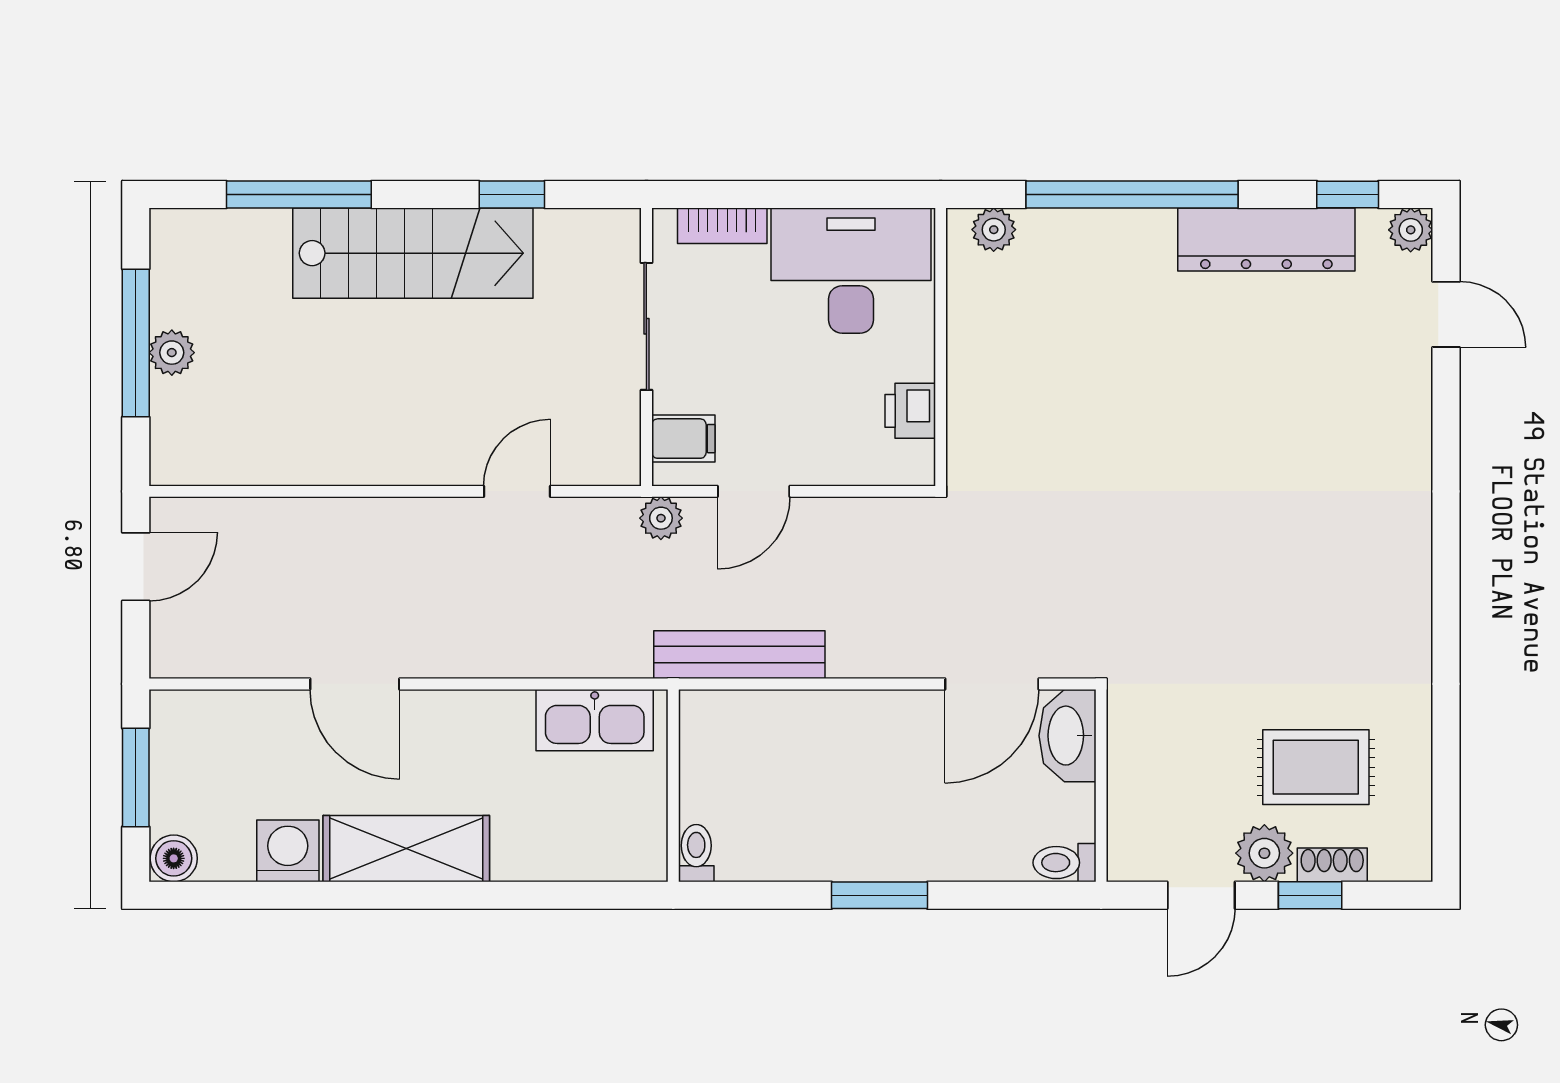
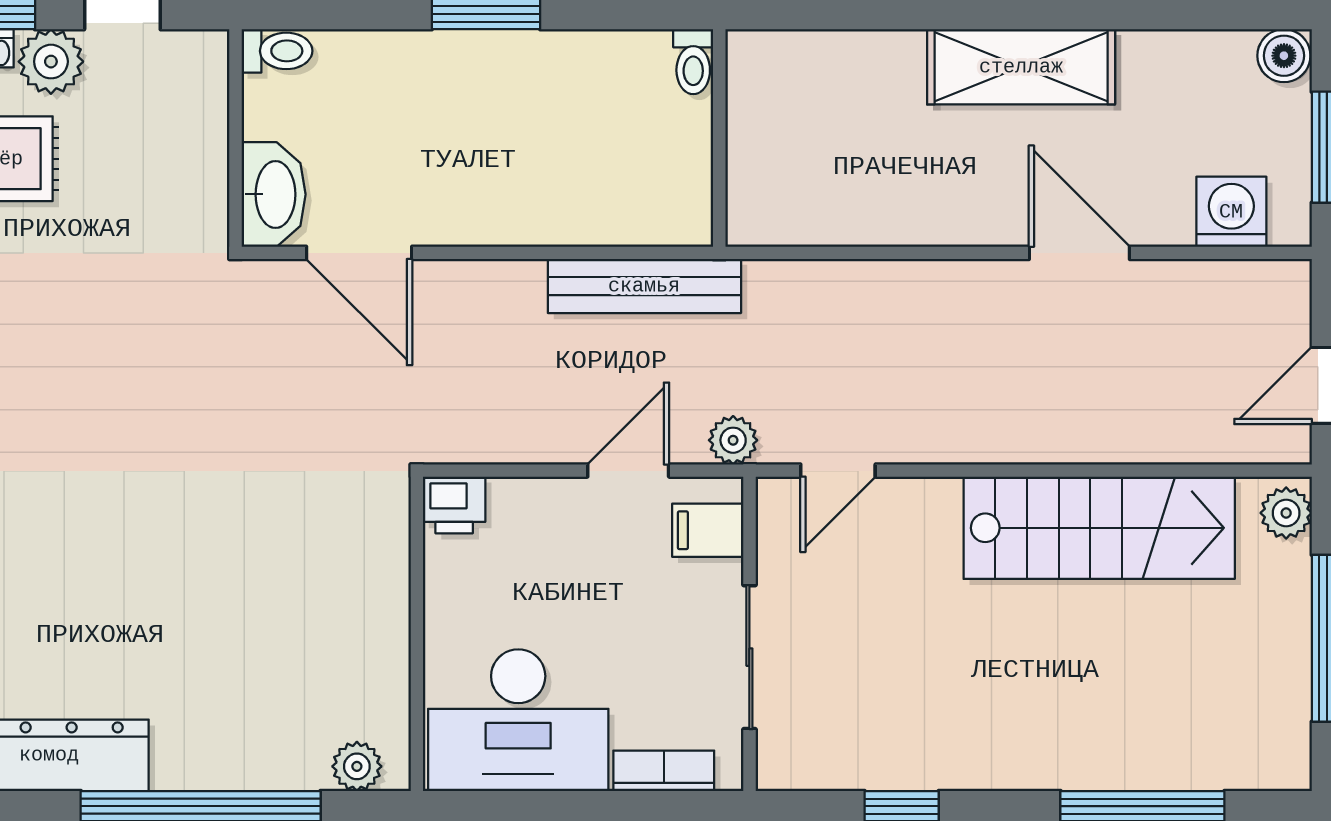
stairs: (413, 253) -> (1099, 528), moved, turned 180
plant: (172, 353) -> (1286, 513), moved
printer: (910, 411) -> (454, 505), moved, turned 90
door: (517, 491) -> (838, 471), moved
door: (992, 684) -> (359, 253), swing flipped
kitchen sink: (595, 720) -> (808, 212), removed
washing machine: (288, 851) -> (1231, 212), moved, turned 180

